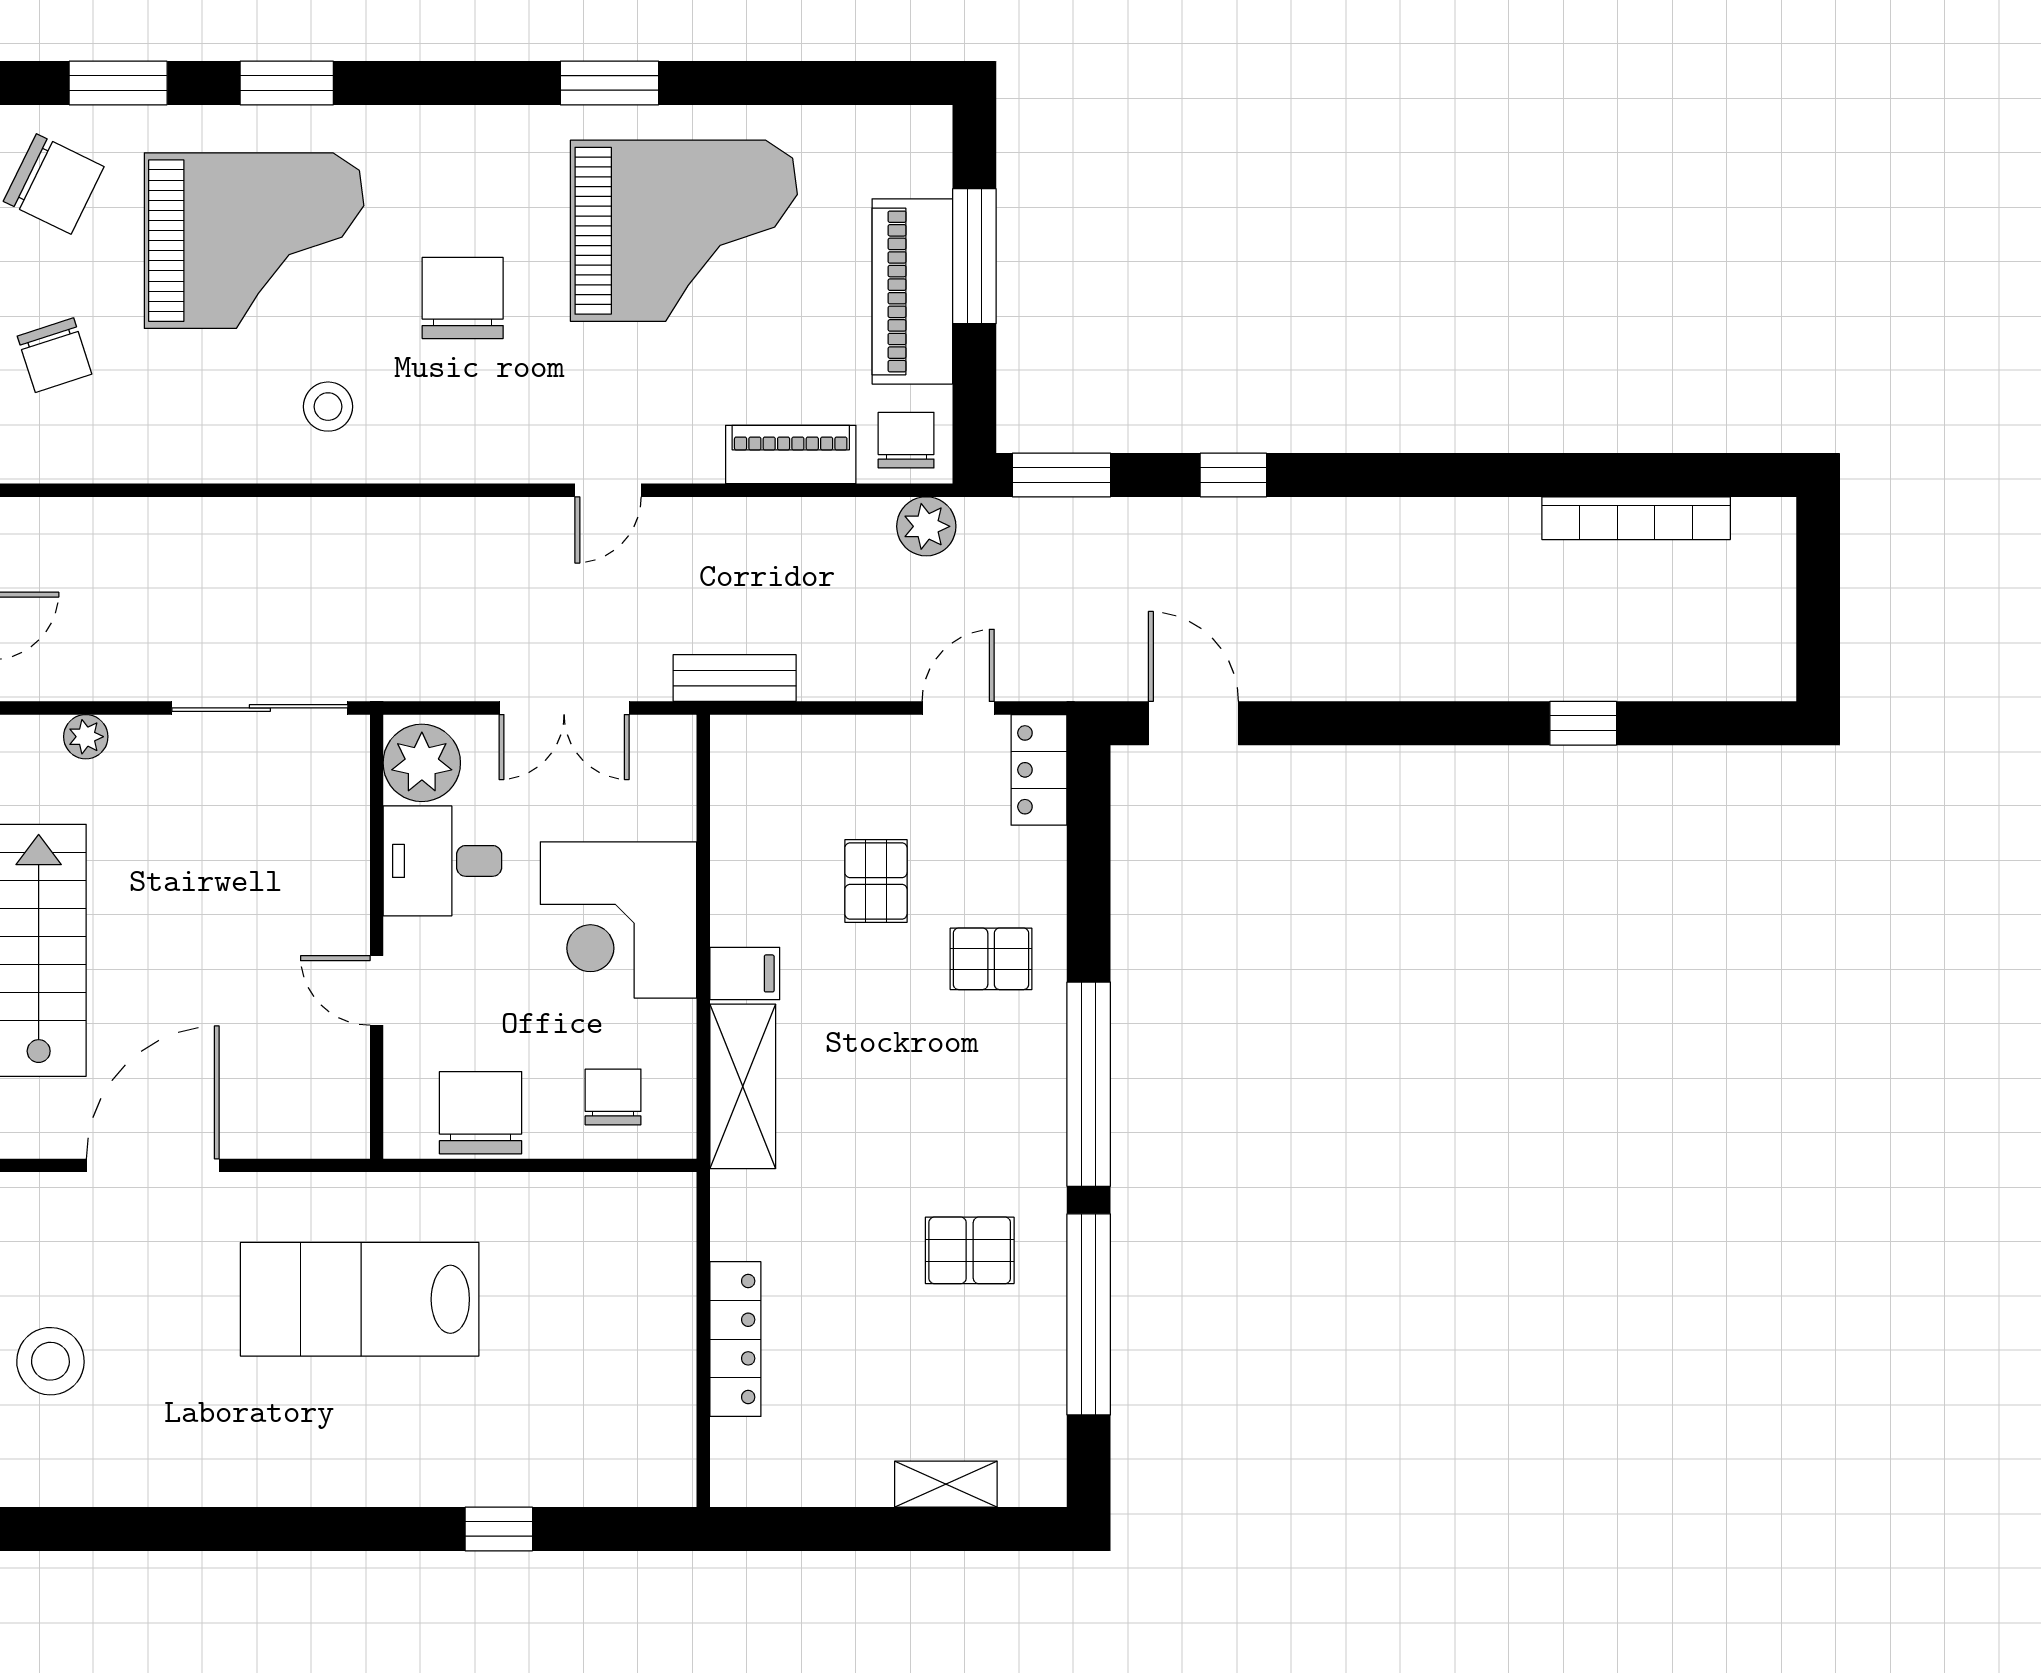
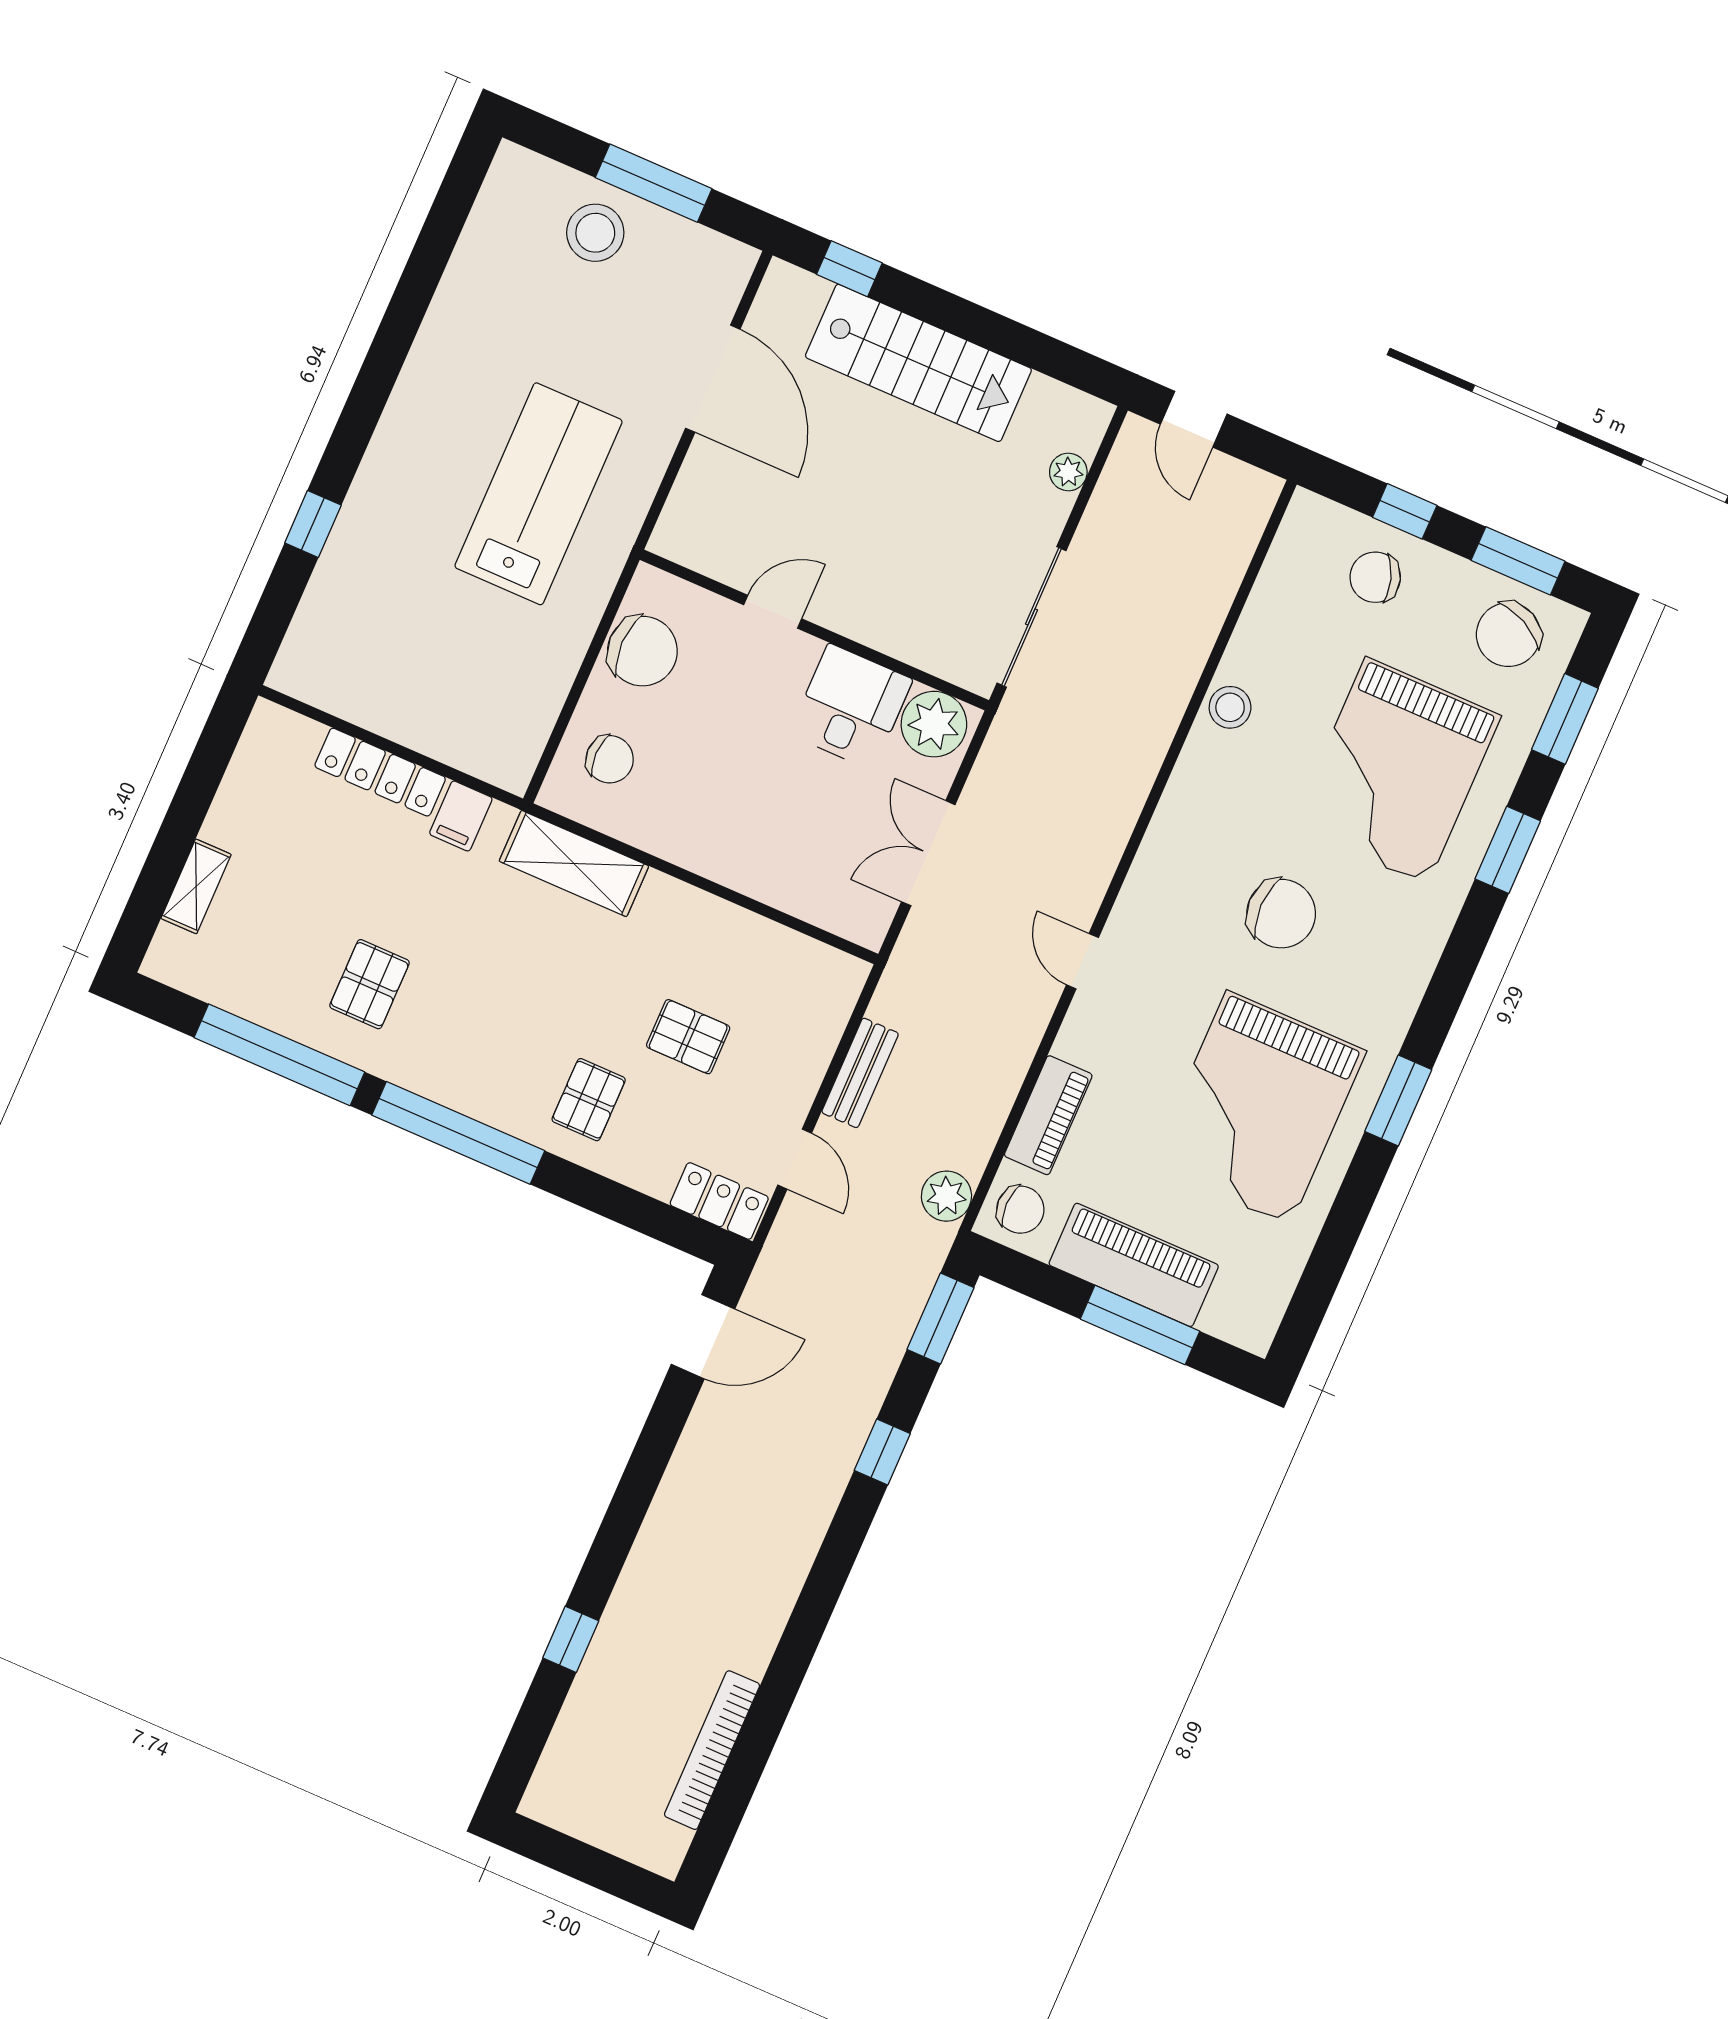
stool: (328, 407) -> (1230, 707), moved
bench: (735, 678) -> (860, 1073), moved
corner desk: (618, 920) -> (745, 823), removed
filing cabinet: (745, 973) -> (461, 816), moved

